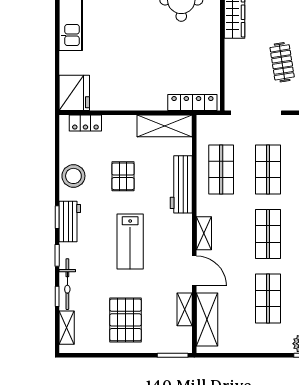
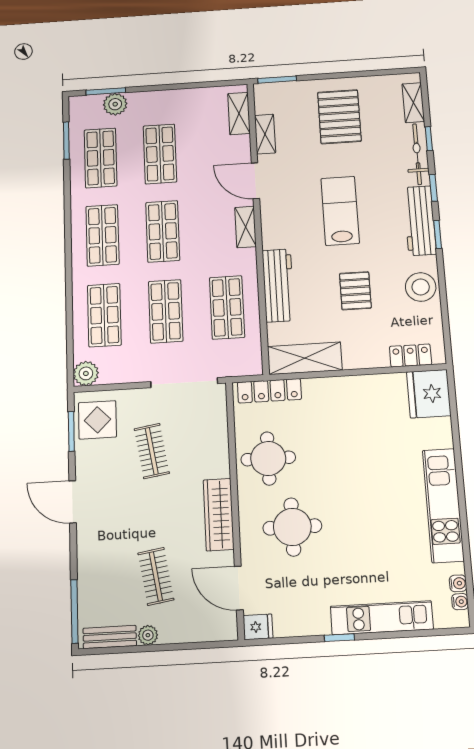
round table: (196, 52) -> (268, 458), added
workbench: (70, 222) -> (420, 221), width x1.38
shelving: (207, 320) -> (239, 113), width x0.67, depth x0.75

